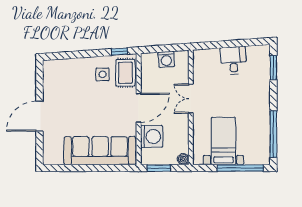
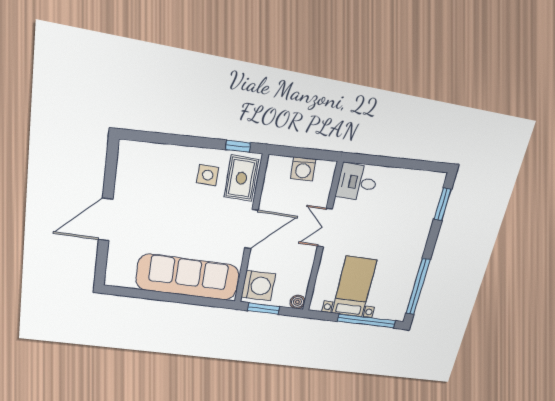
desk: (233, 60) -> (357, 182), moved, turned -86
washing machine: (152, 136) -> (258, 286), moved

